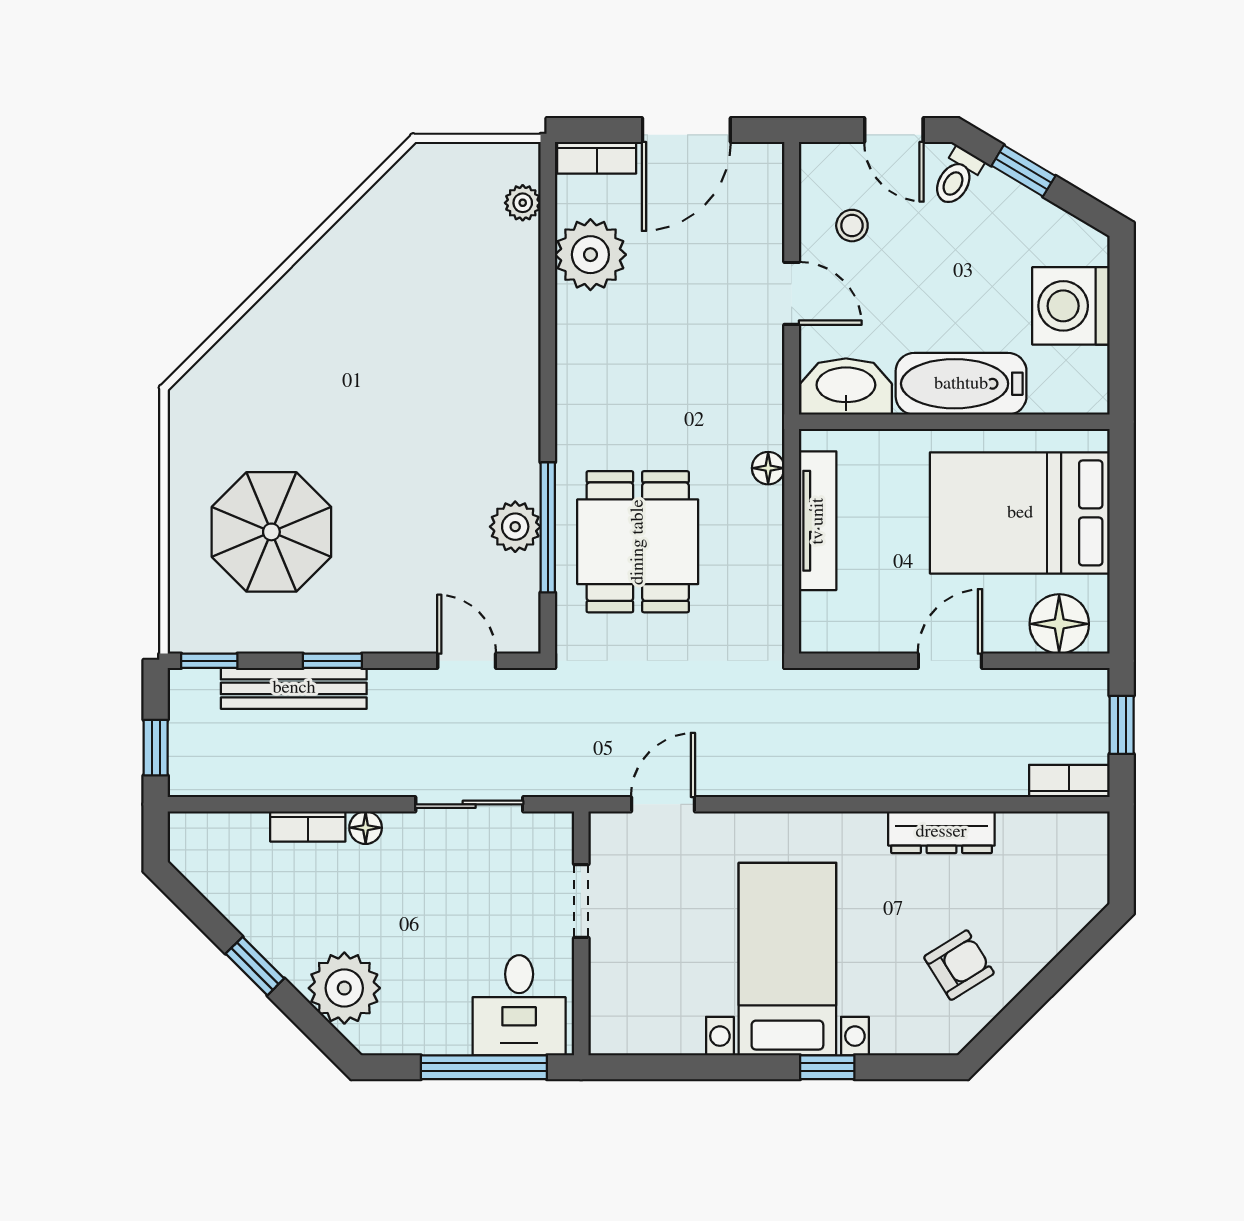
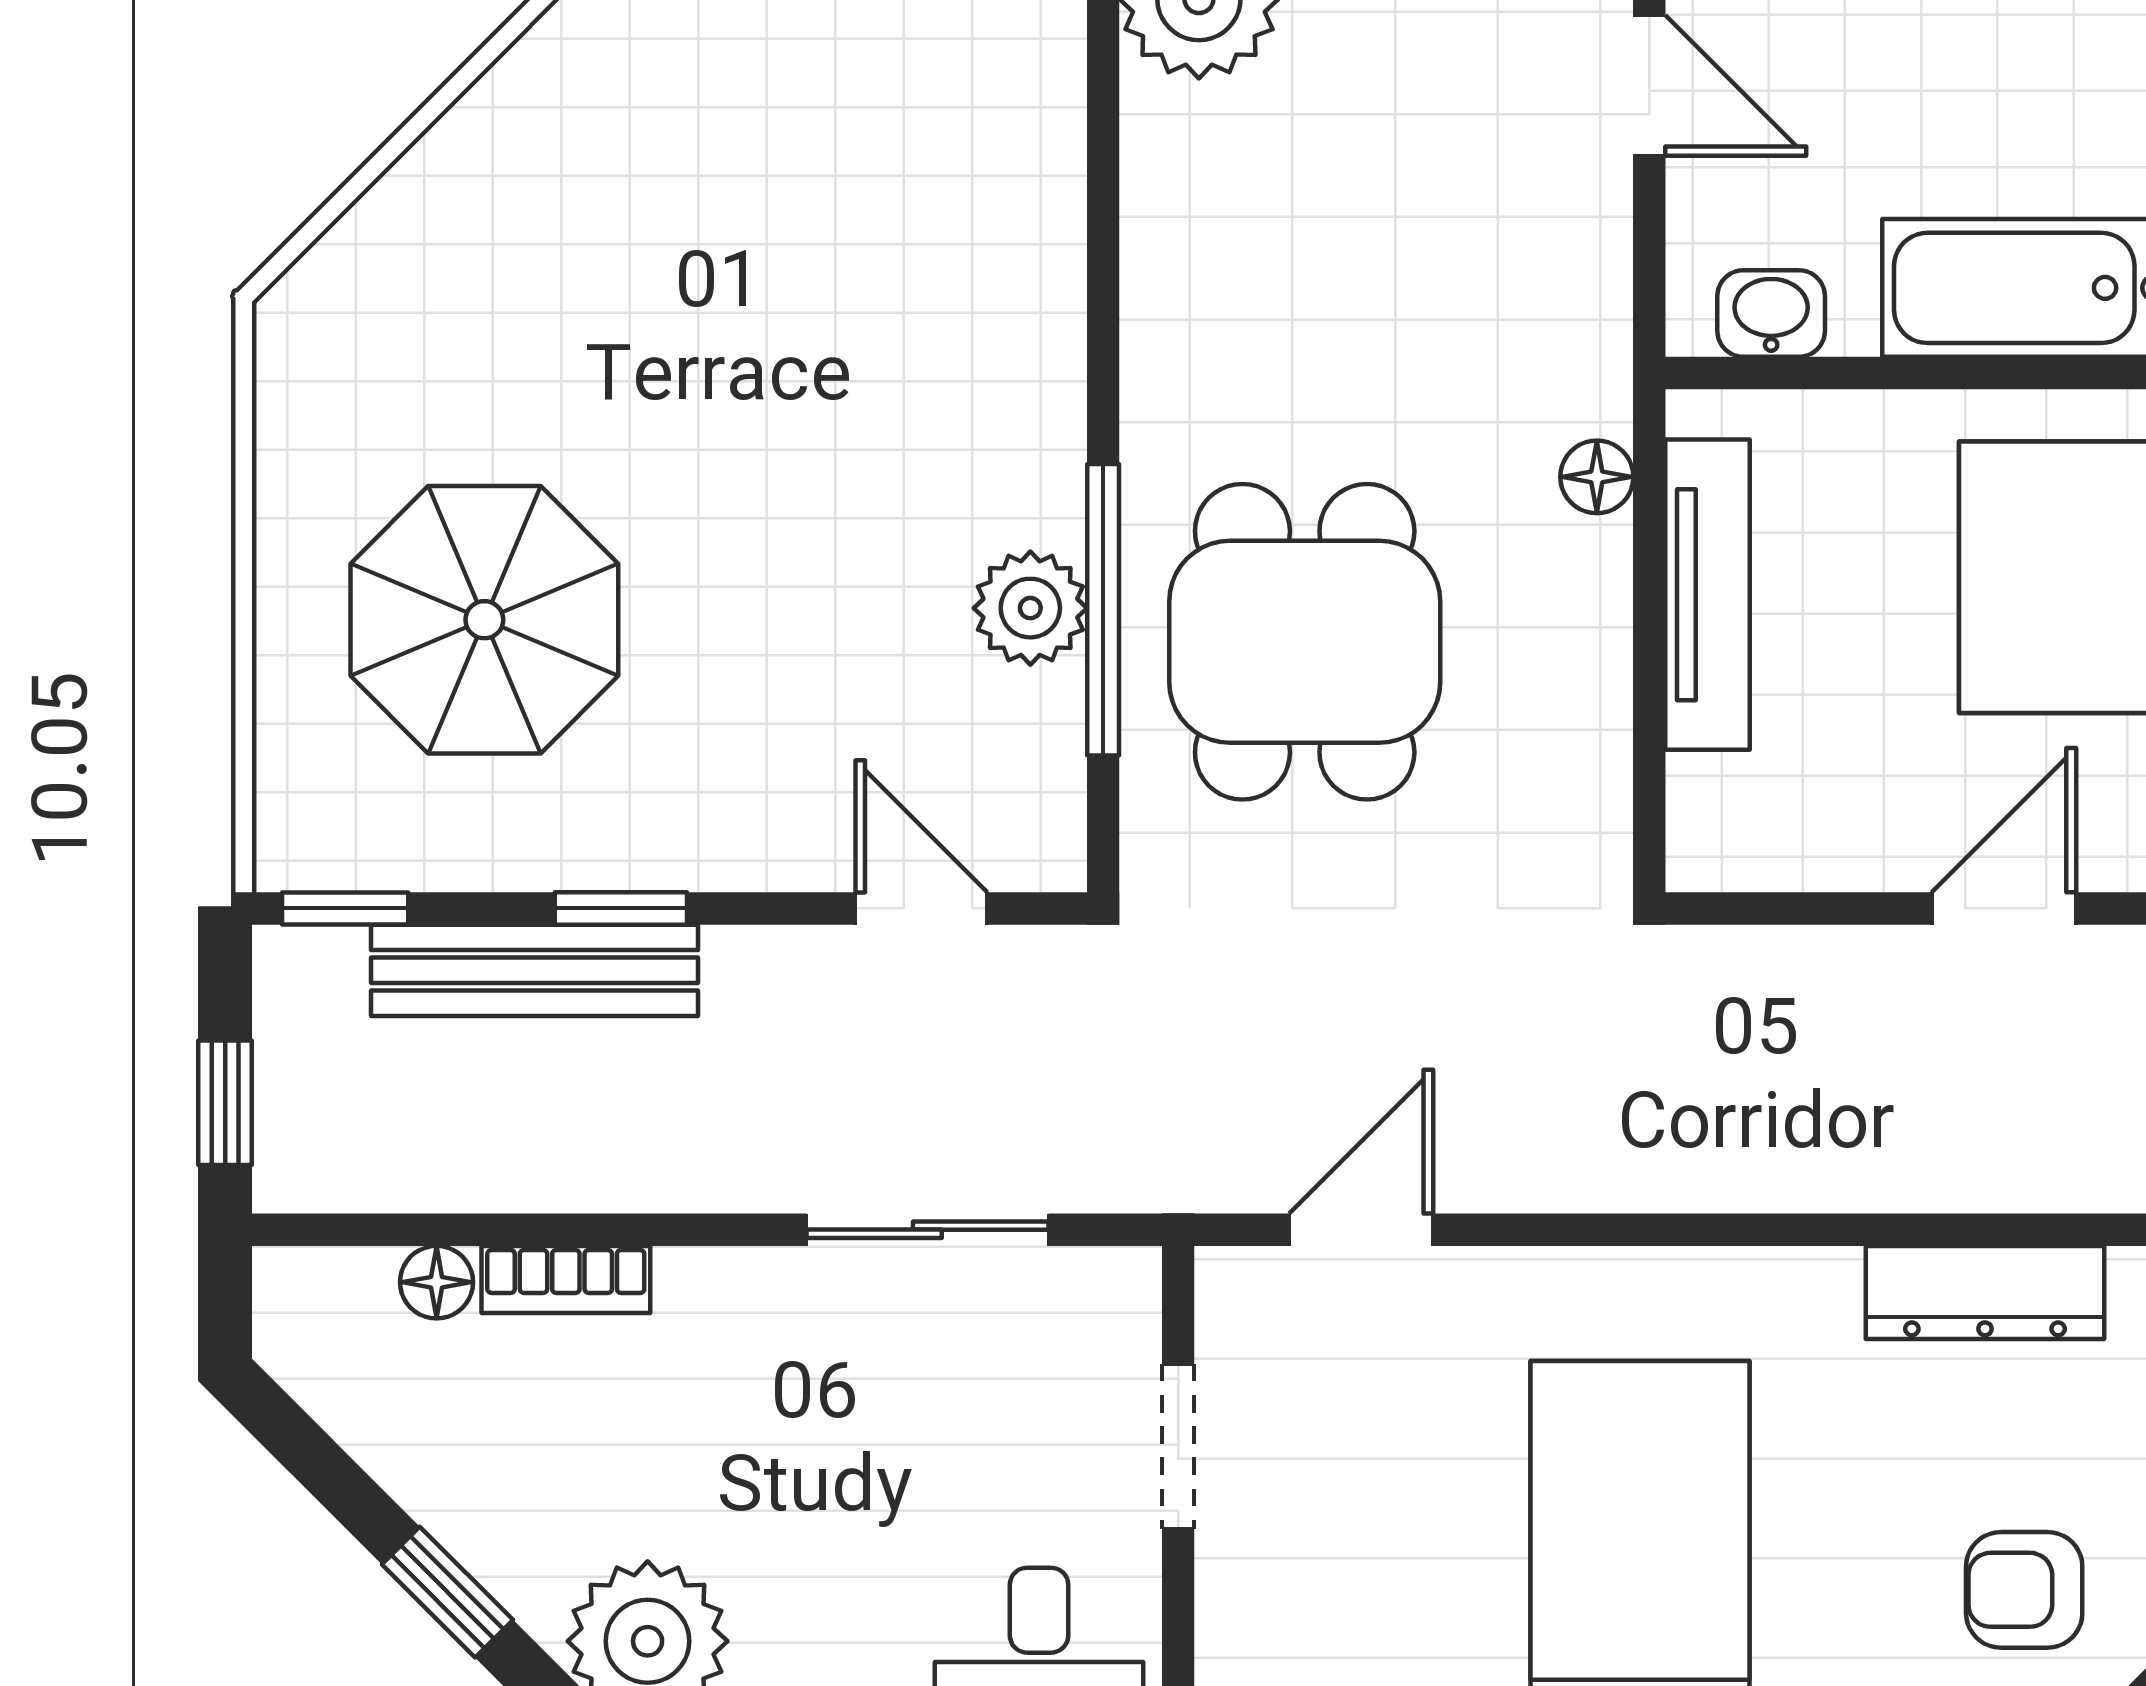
washbasin: (846, 386) -> (1771, 314), width x0.52, depth x0.69
floor lamp: (366, 828) -> (437, 1282), moved
armchair: (959, 965) -> (2024, 1590), turned -148

